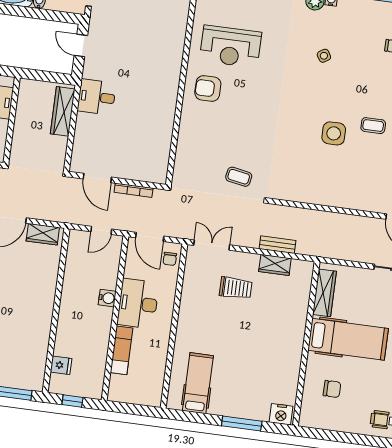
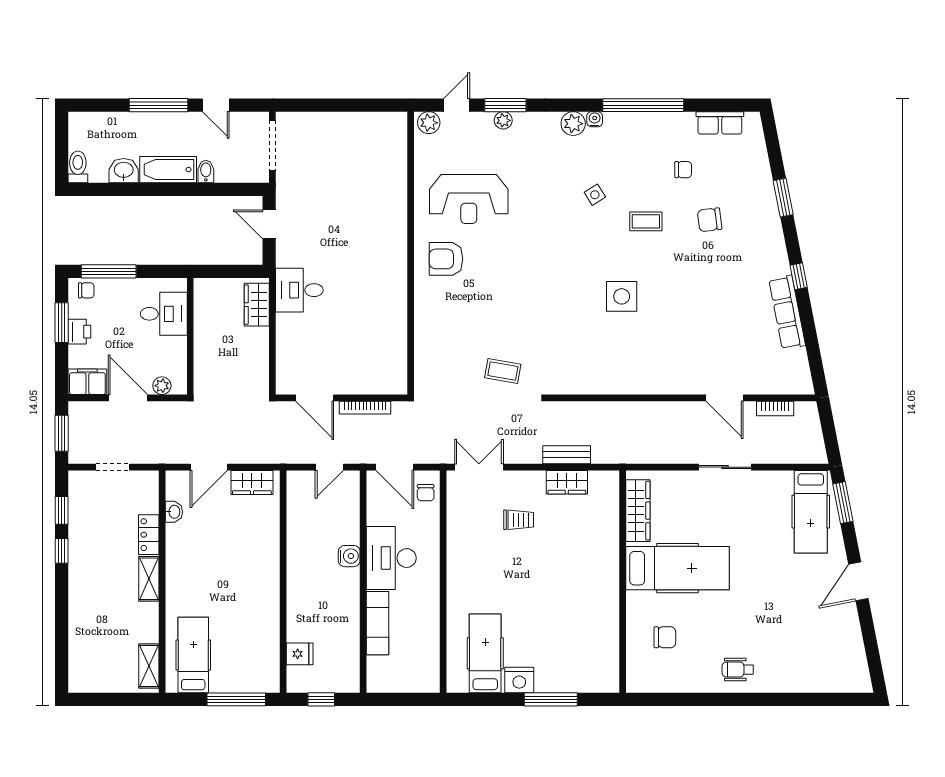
wardrobe: (63, 111) -> (257, 305), width x0.67
coffee table: (373, 126) -> (646, 221), moved
trolley: (236, 288) -> (519, 520), width x0.73, depth x0.72
nightstand: (281, 414) -> (519, 680), moved

